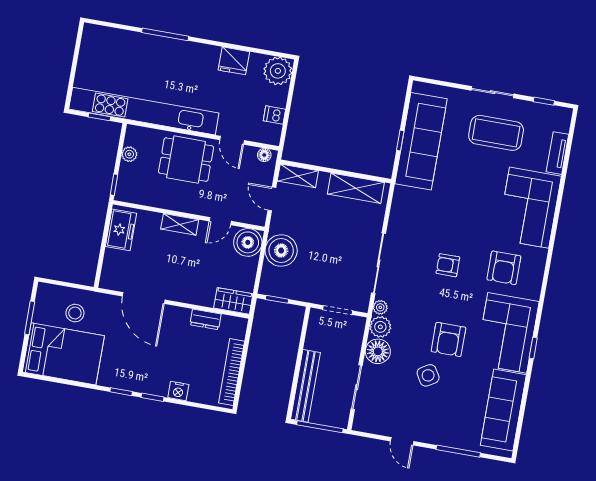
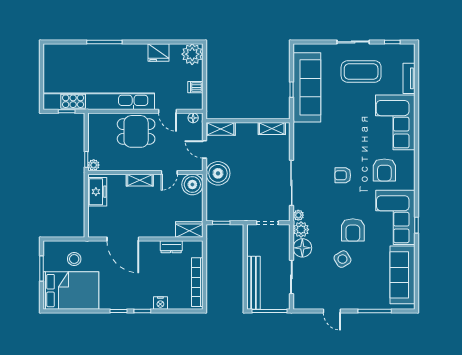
plant: (129, 154) -> (94, 165), moved
shelving: (356, 188) -> (272, 128), width x0.67, depth x0.75
boiler: (281, 251) -> (218, 173), moved

